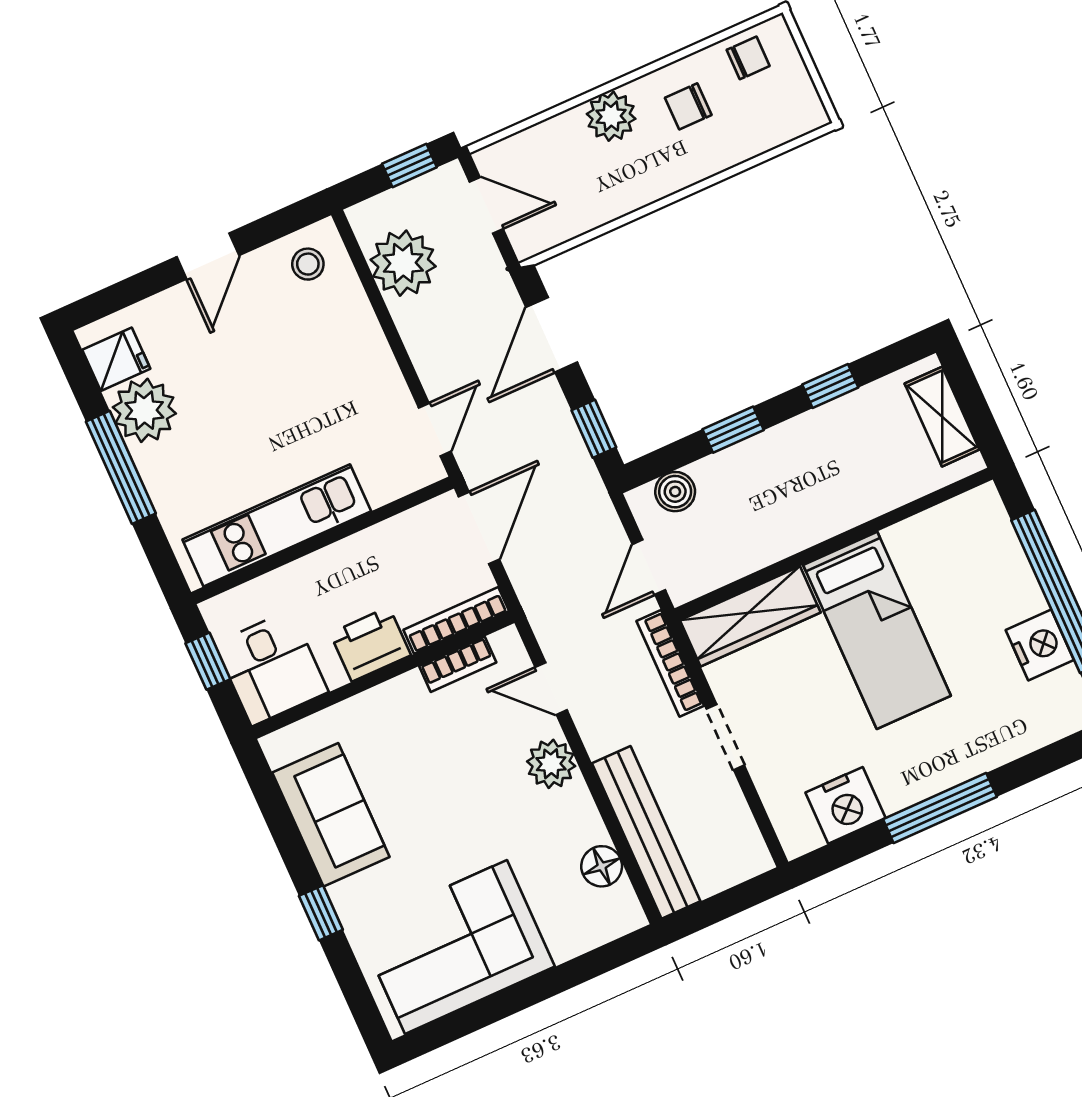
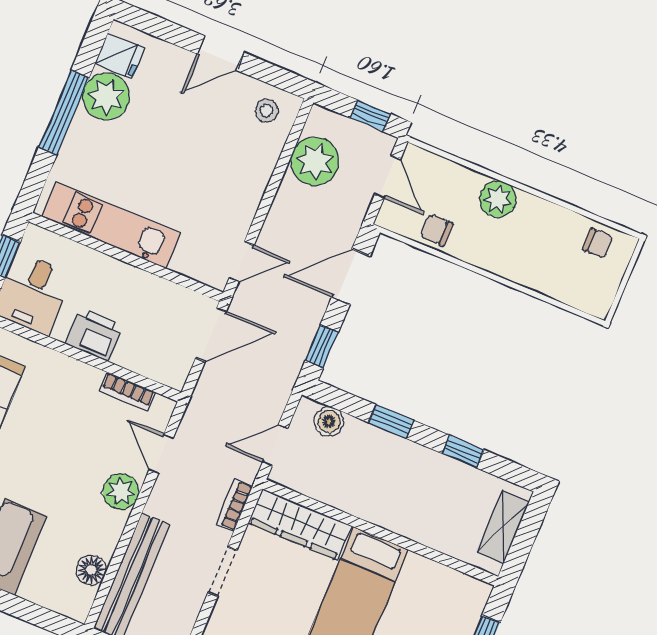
chair: (688, 106) -> (436, 230), moved
bookcase: (456, 620) -> (150, 369), removed
bookcase: (670, 663) -> (234, 505), width x0.64

